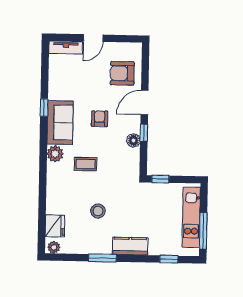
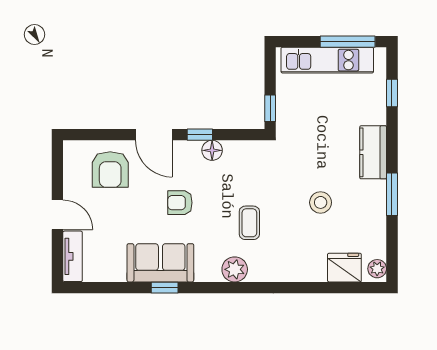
sofa: (60, 123) -> (160, 263), moved

